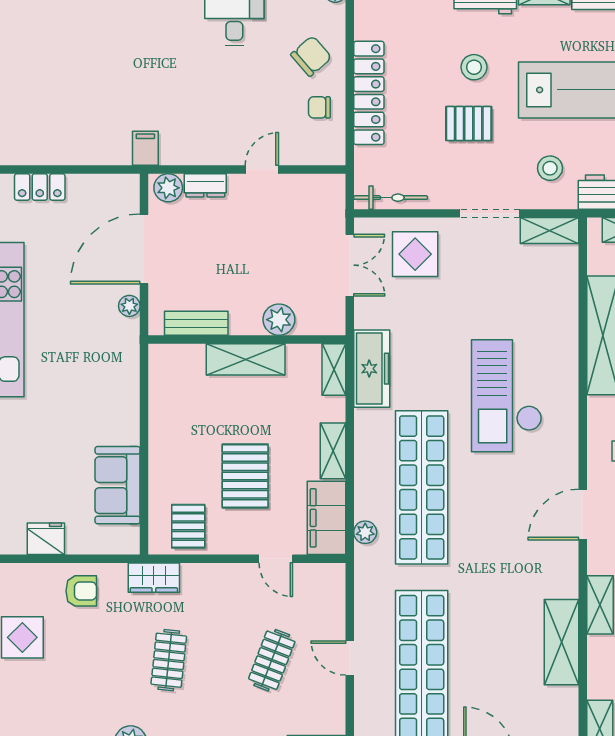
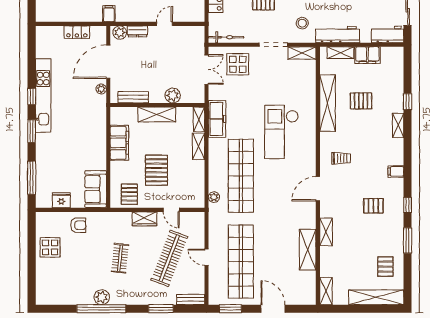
locker: (40, 187) -> (77, 32), moved
shelving: (333, 451) -> (199, 146), moved
sofa: (118, 485) -> (96, 189), moved
filing cabinet: (326, 518) -> (119, 143), moved, turned 180
wardrobe: (154, 578) -> (144, 219), moved
clothes rail: (272, 660) -> (169, 258), width x1.86, depth x1.31

